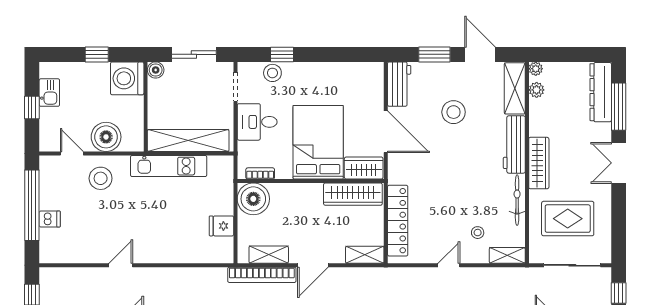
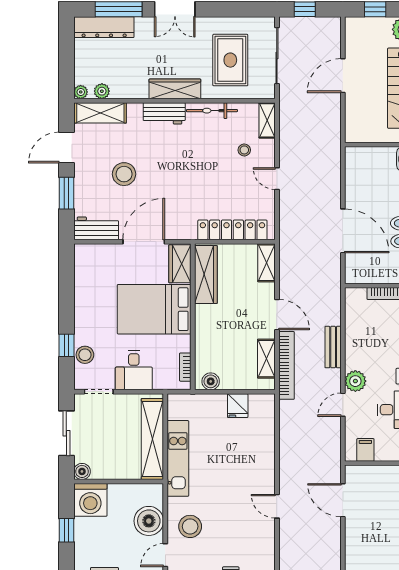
workbench: (514, 144) -> (164, 113), width x0.73
boiler: (253, 199) -> (211, 381), width x0.54, depth x0.54

